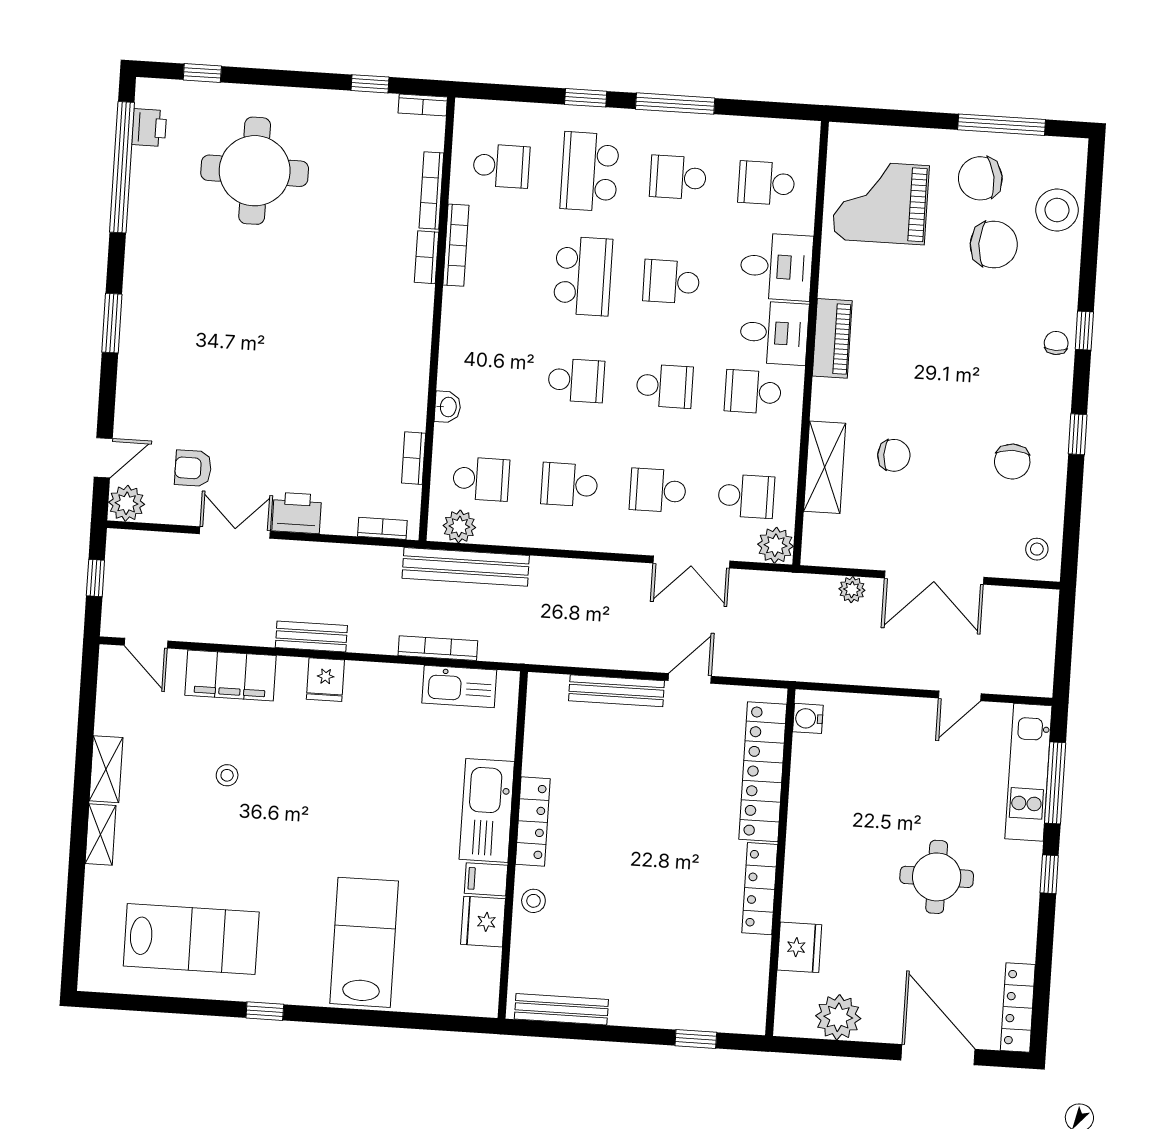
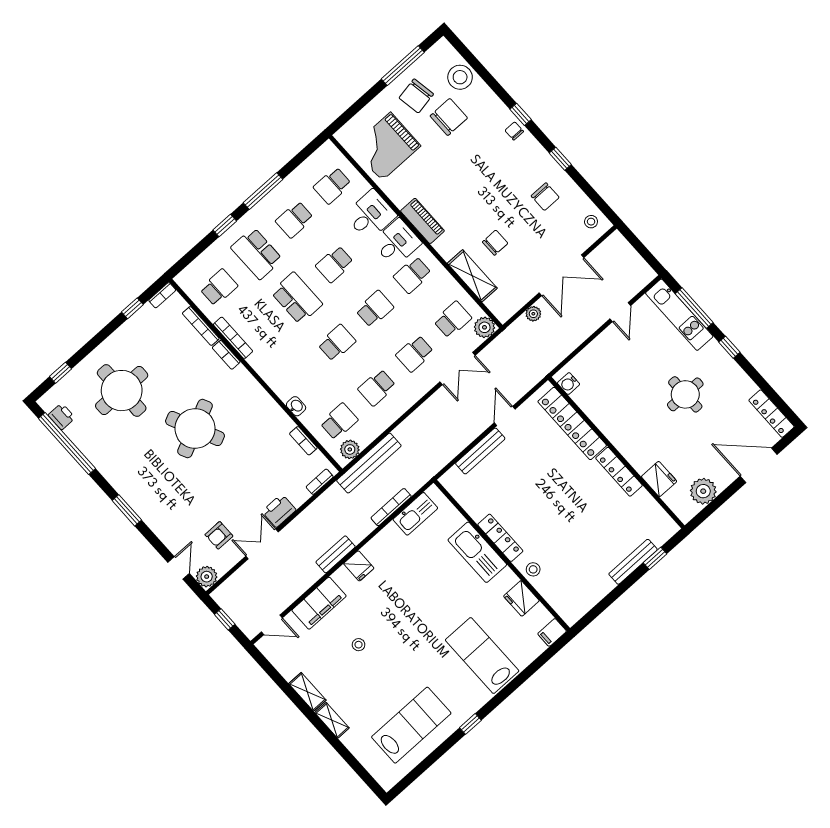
round table: (297, 308) -> (195, 429), added
filing cabinet: (486, 879) -> (552, 632), moved
bench: (561, 1009) -> (633, 562), moved

